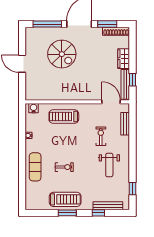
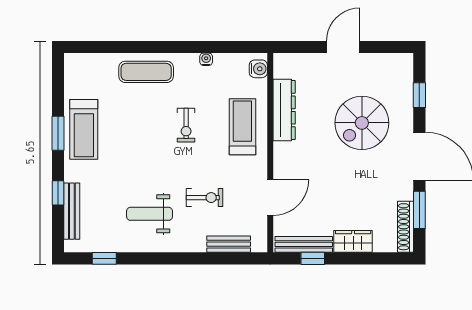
window: (47, 24) -> (419, 95), width x0.46
dresser: (55, 95) -> (284, 110), added
door: (111, 102) -> (270, 198), moved
exercise bike: (64, 167) -> (186, 125), moved

